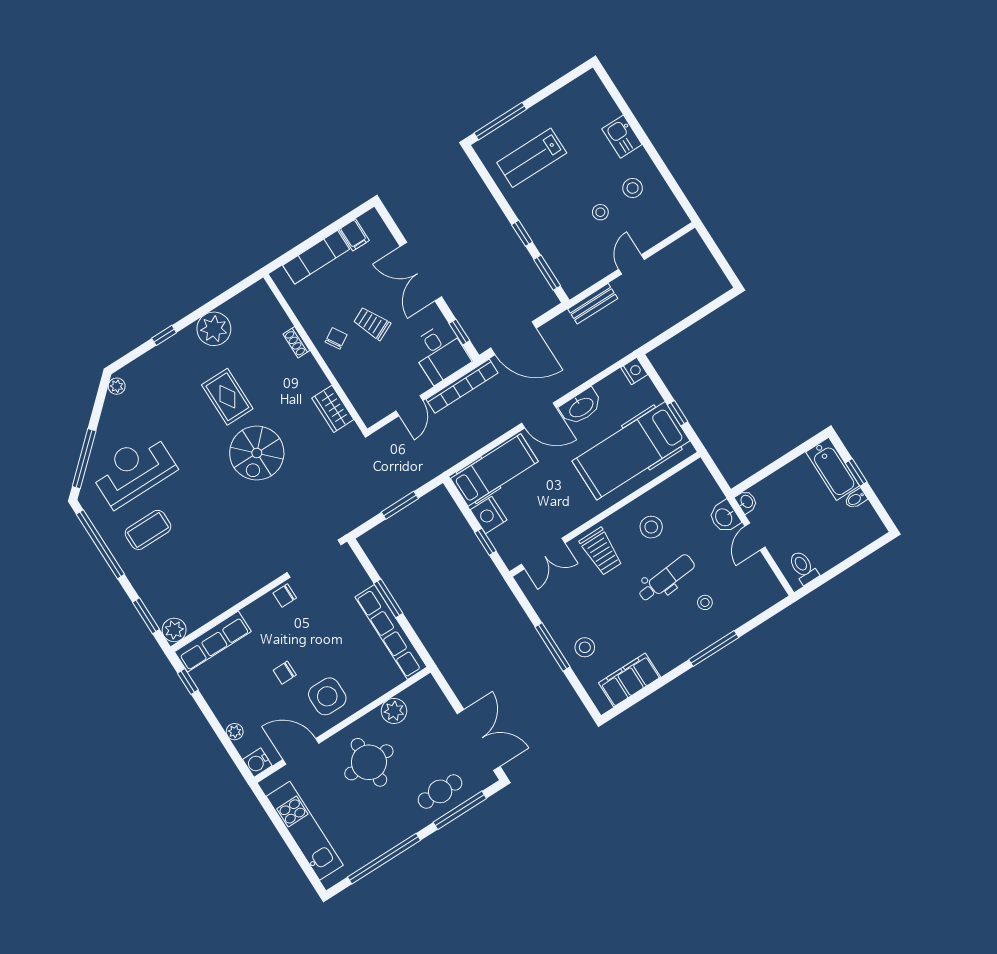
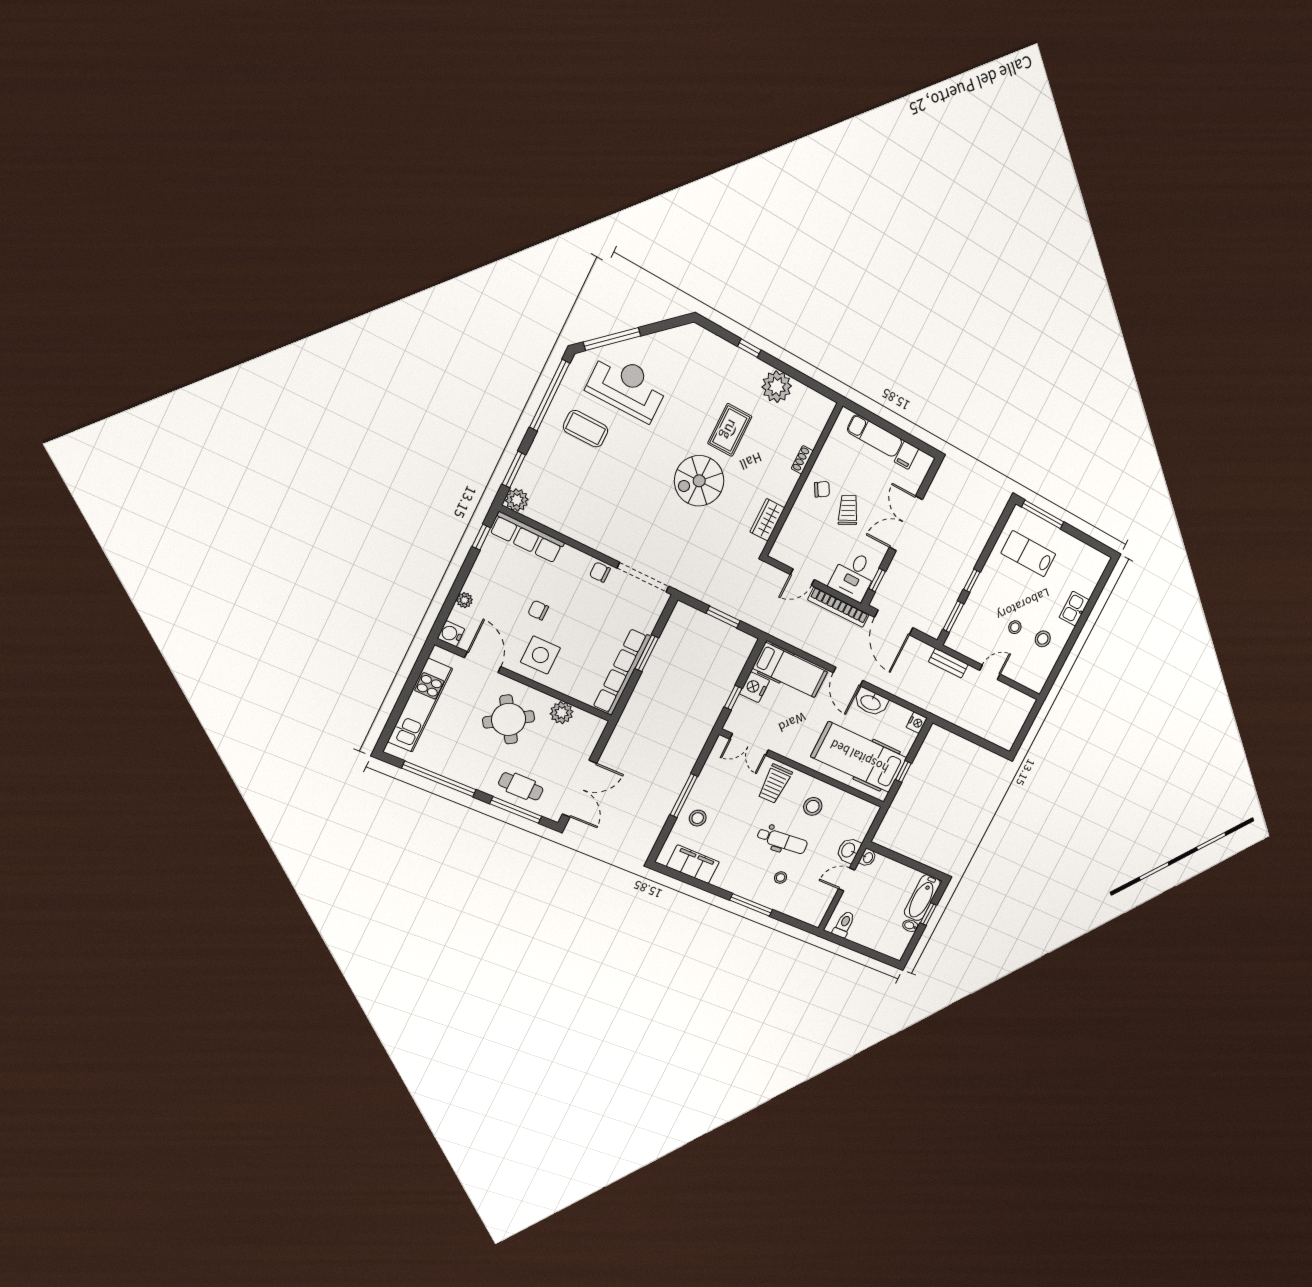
plant: (117, 386) -> (687, 332), removed
round table: (369, 762) -> (509, 719), turned -32

